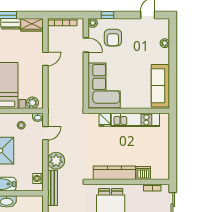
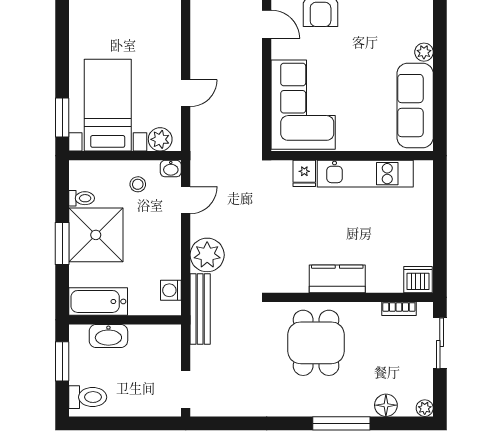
plant: (165, 43) -> (424, 52), moved
door: (45, 59) -> (186, 93), moved
kitchen counter: (114, 173) -> (337, 279), width x0.67
dishwasher: (143, 173) -> (418, 280), moved

